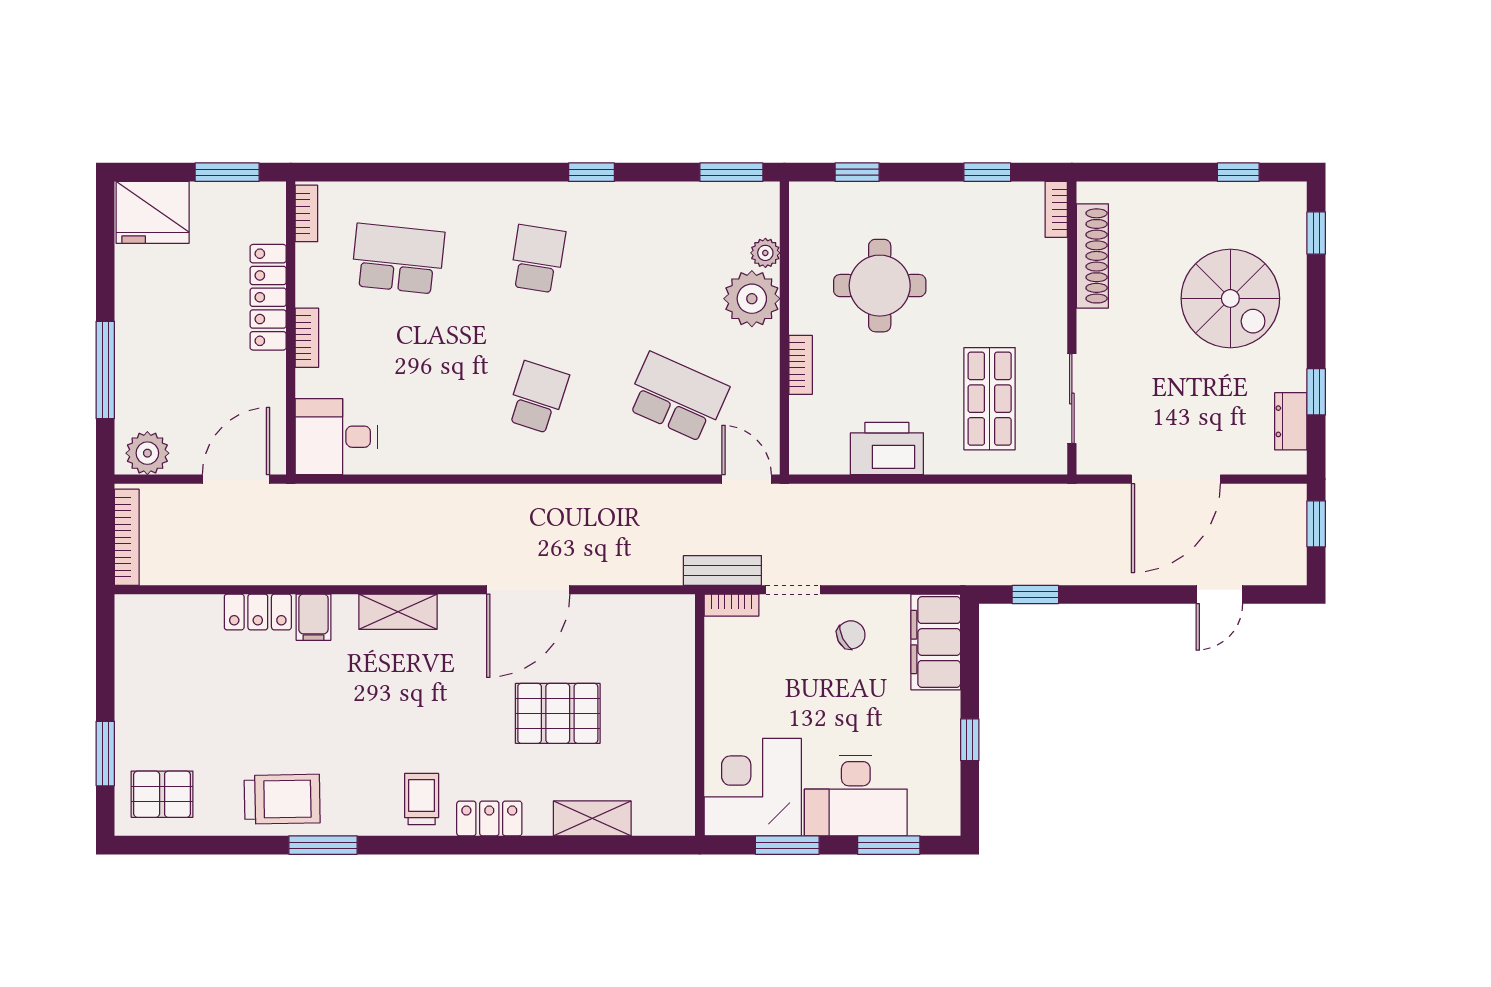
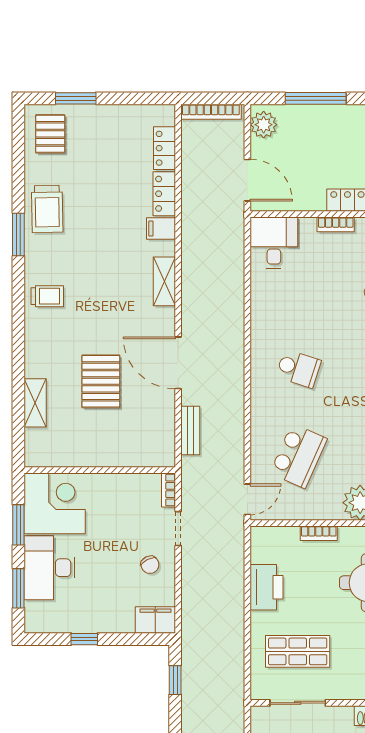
bench: (722, 570) -> (190, 430), moved
filing cabinet: (936, 642) -> (155, 620), width x0.67, depth x0.86
locker: (489, 818) -> (165, 148), moved, turned 180

